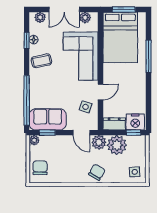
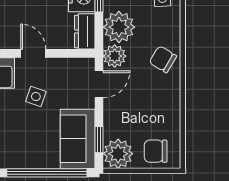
side table: (86, 107) -> (36, 96), moved
plant: (34, 140) -> (118, 154), width x1.88, depth x1.88

